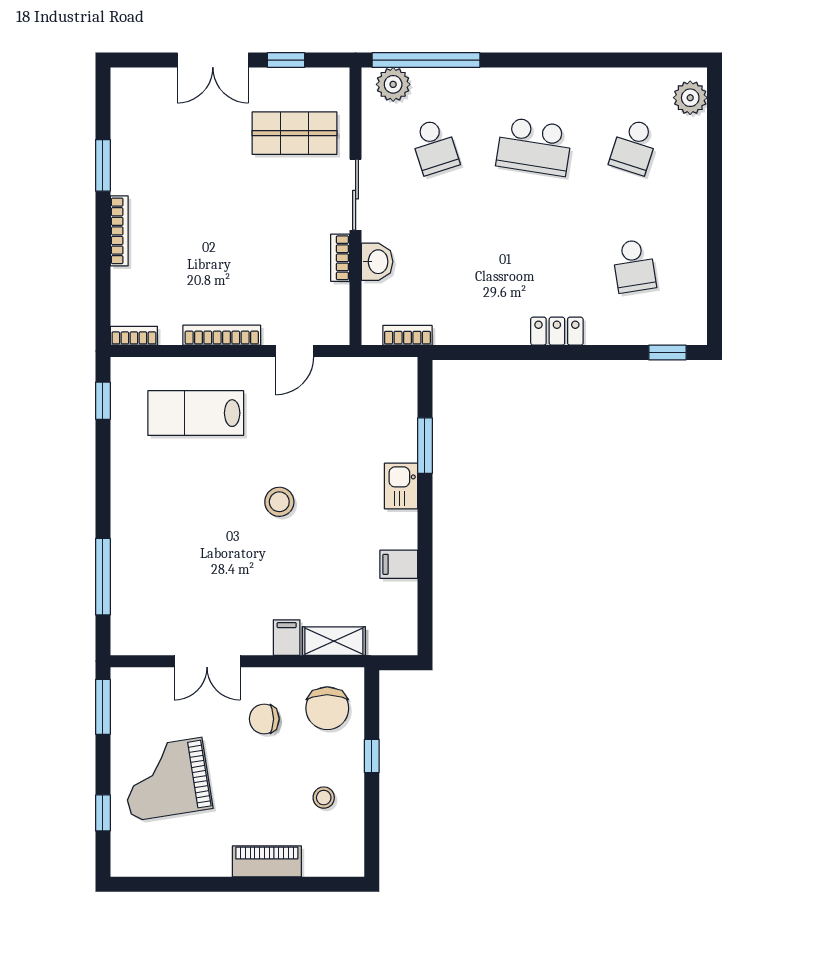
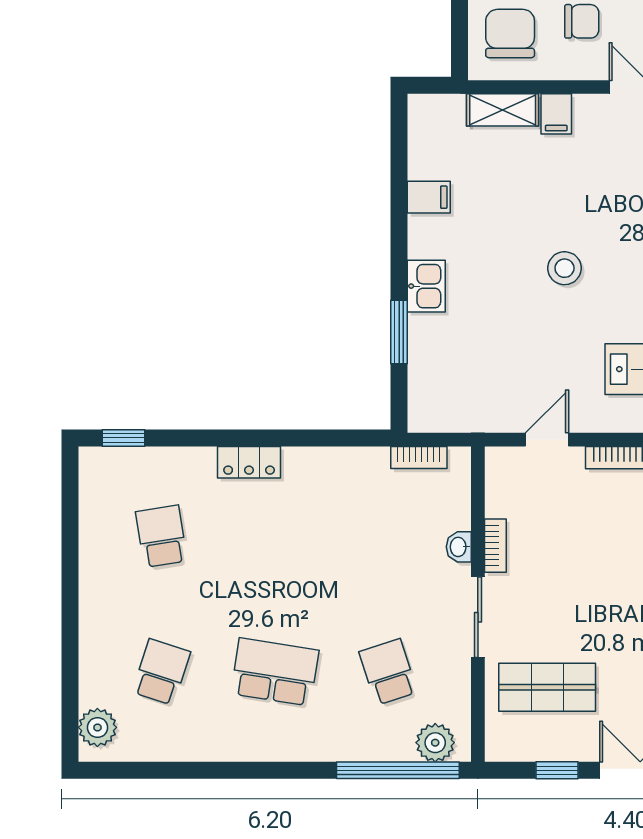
washbasin: (377, 262) -> (459, 547), width x0.72, depth x0.69

